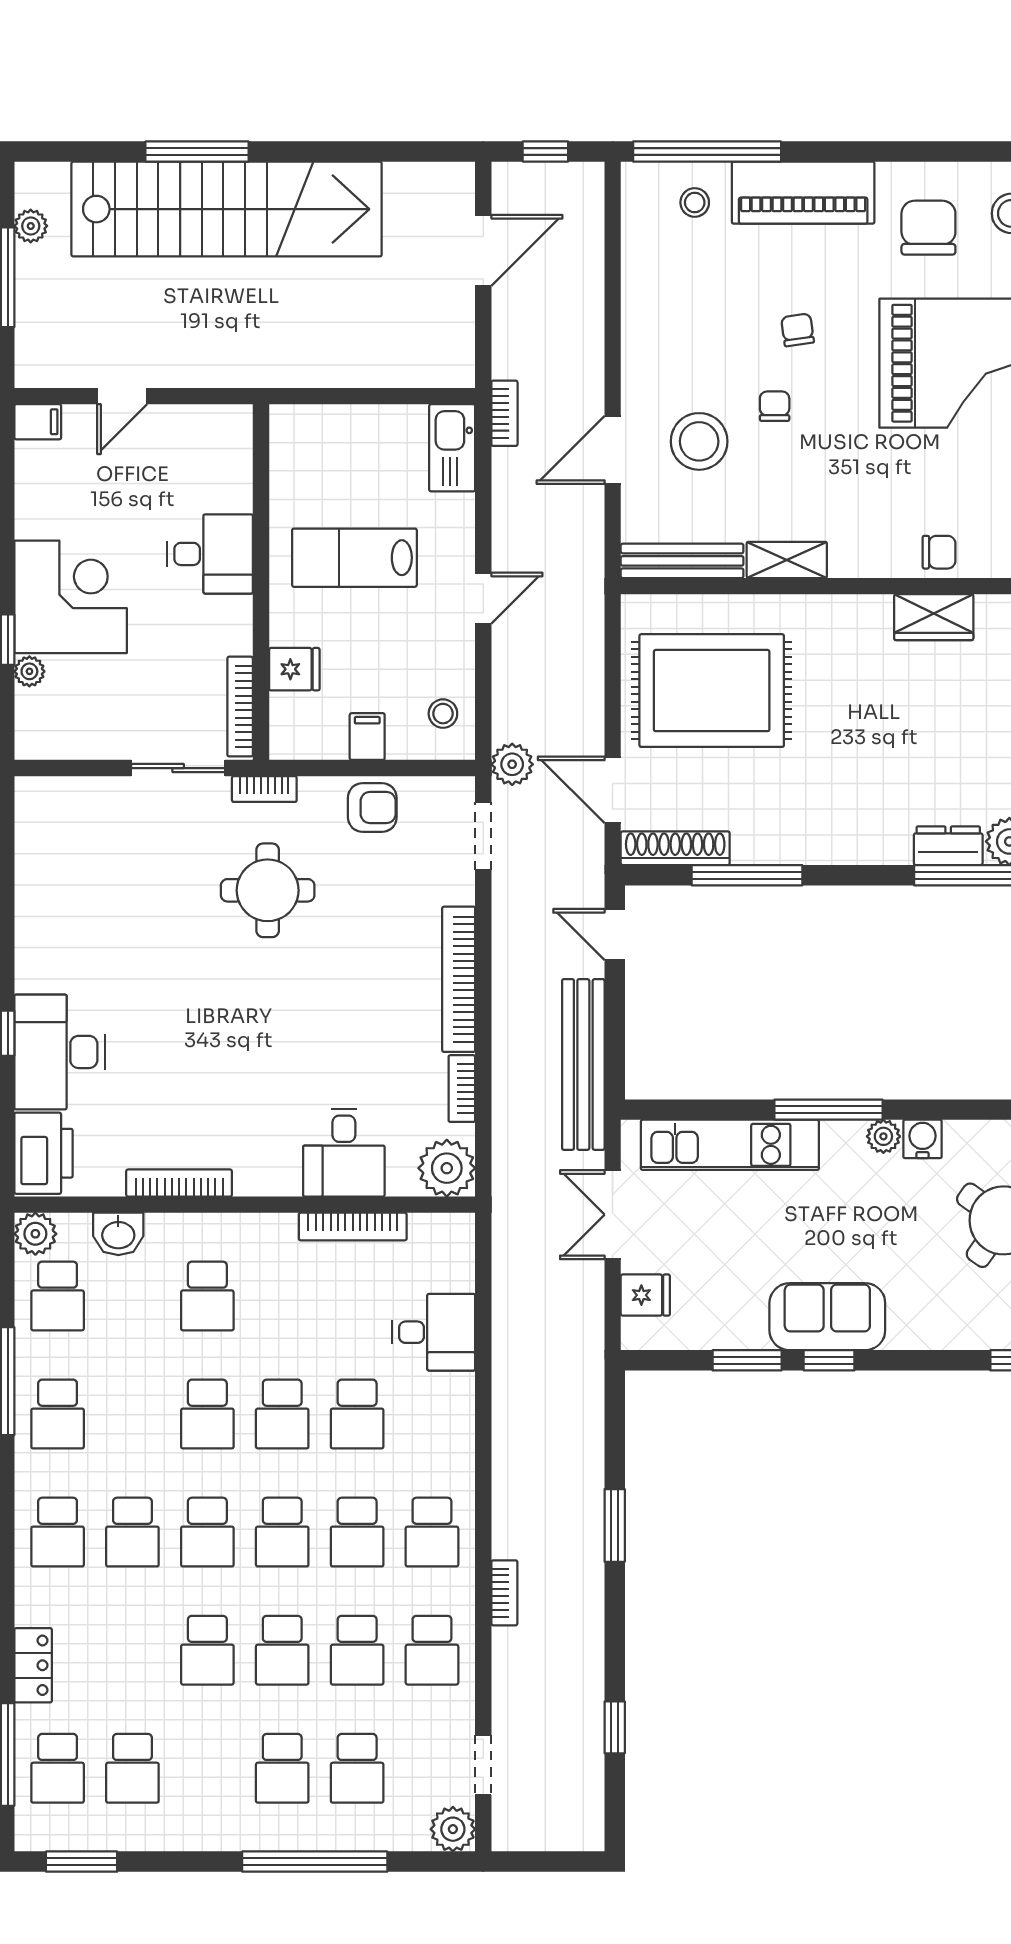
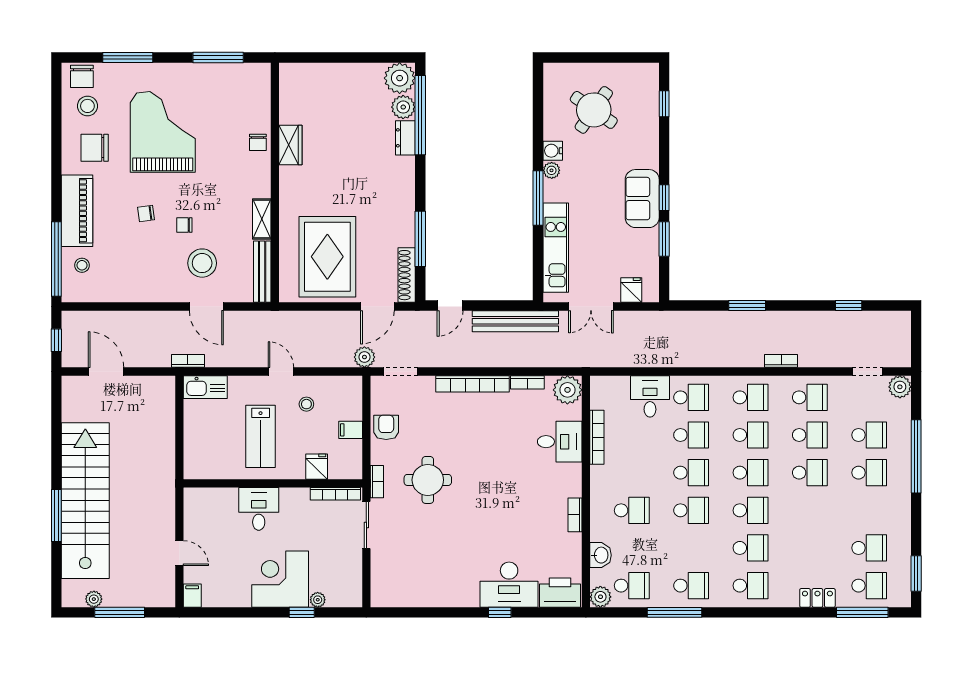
chair: (939, 552) -> (258, 142), turned 180
stool: (443, 714) -> (306, 404), moved
bookcase: (179, 1183) -> (575, 515), width x0.64
school desk: (207, 1650) -> (691, 397), moved

